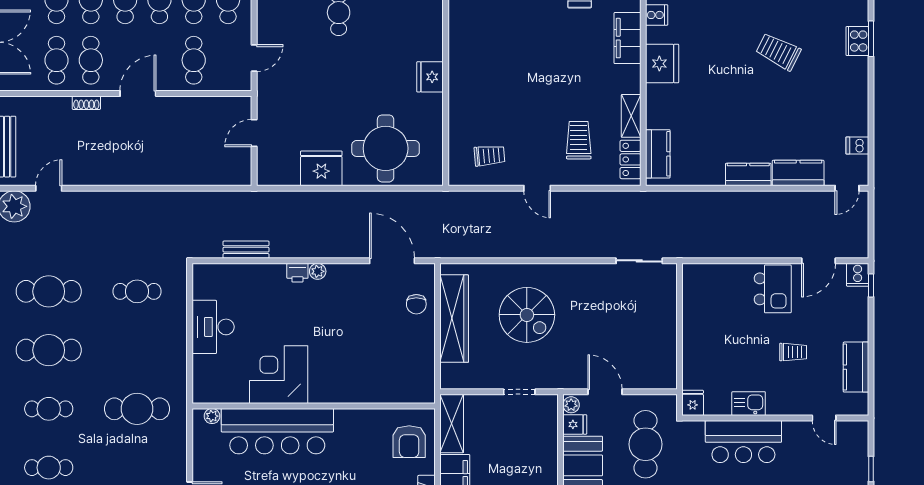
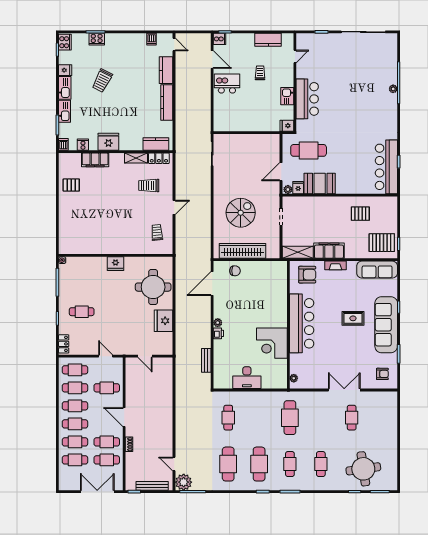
kitchen counter: (748, 174) -> (167, 102), width x1.50
bar counter: (277, 431) -> (302, 323), moved

